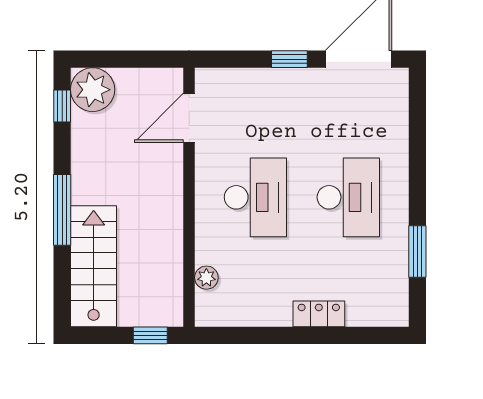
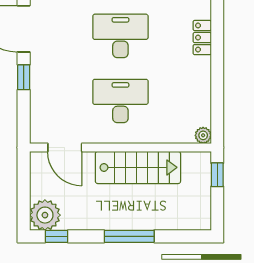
stairs: (94, 266) -> (138, 167), moved, turned 180
plant: (206, 278) -> (203, 135), moved
locker: (319, 314) -> (202, 38), moved

